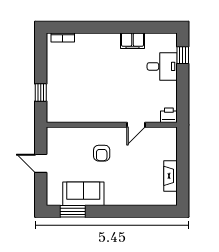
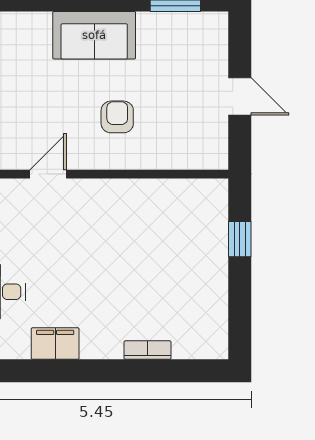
bookcase: (63, 37) -> (148, 350), moved
sofa: (83, 194) -> (94, 35), moved

